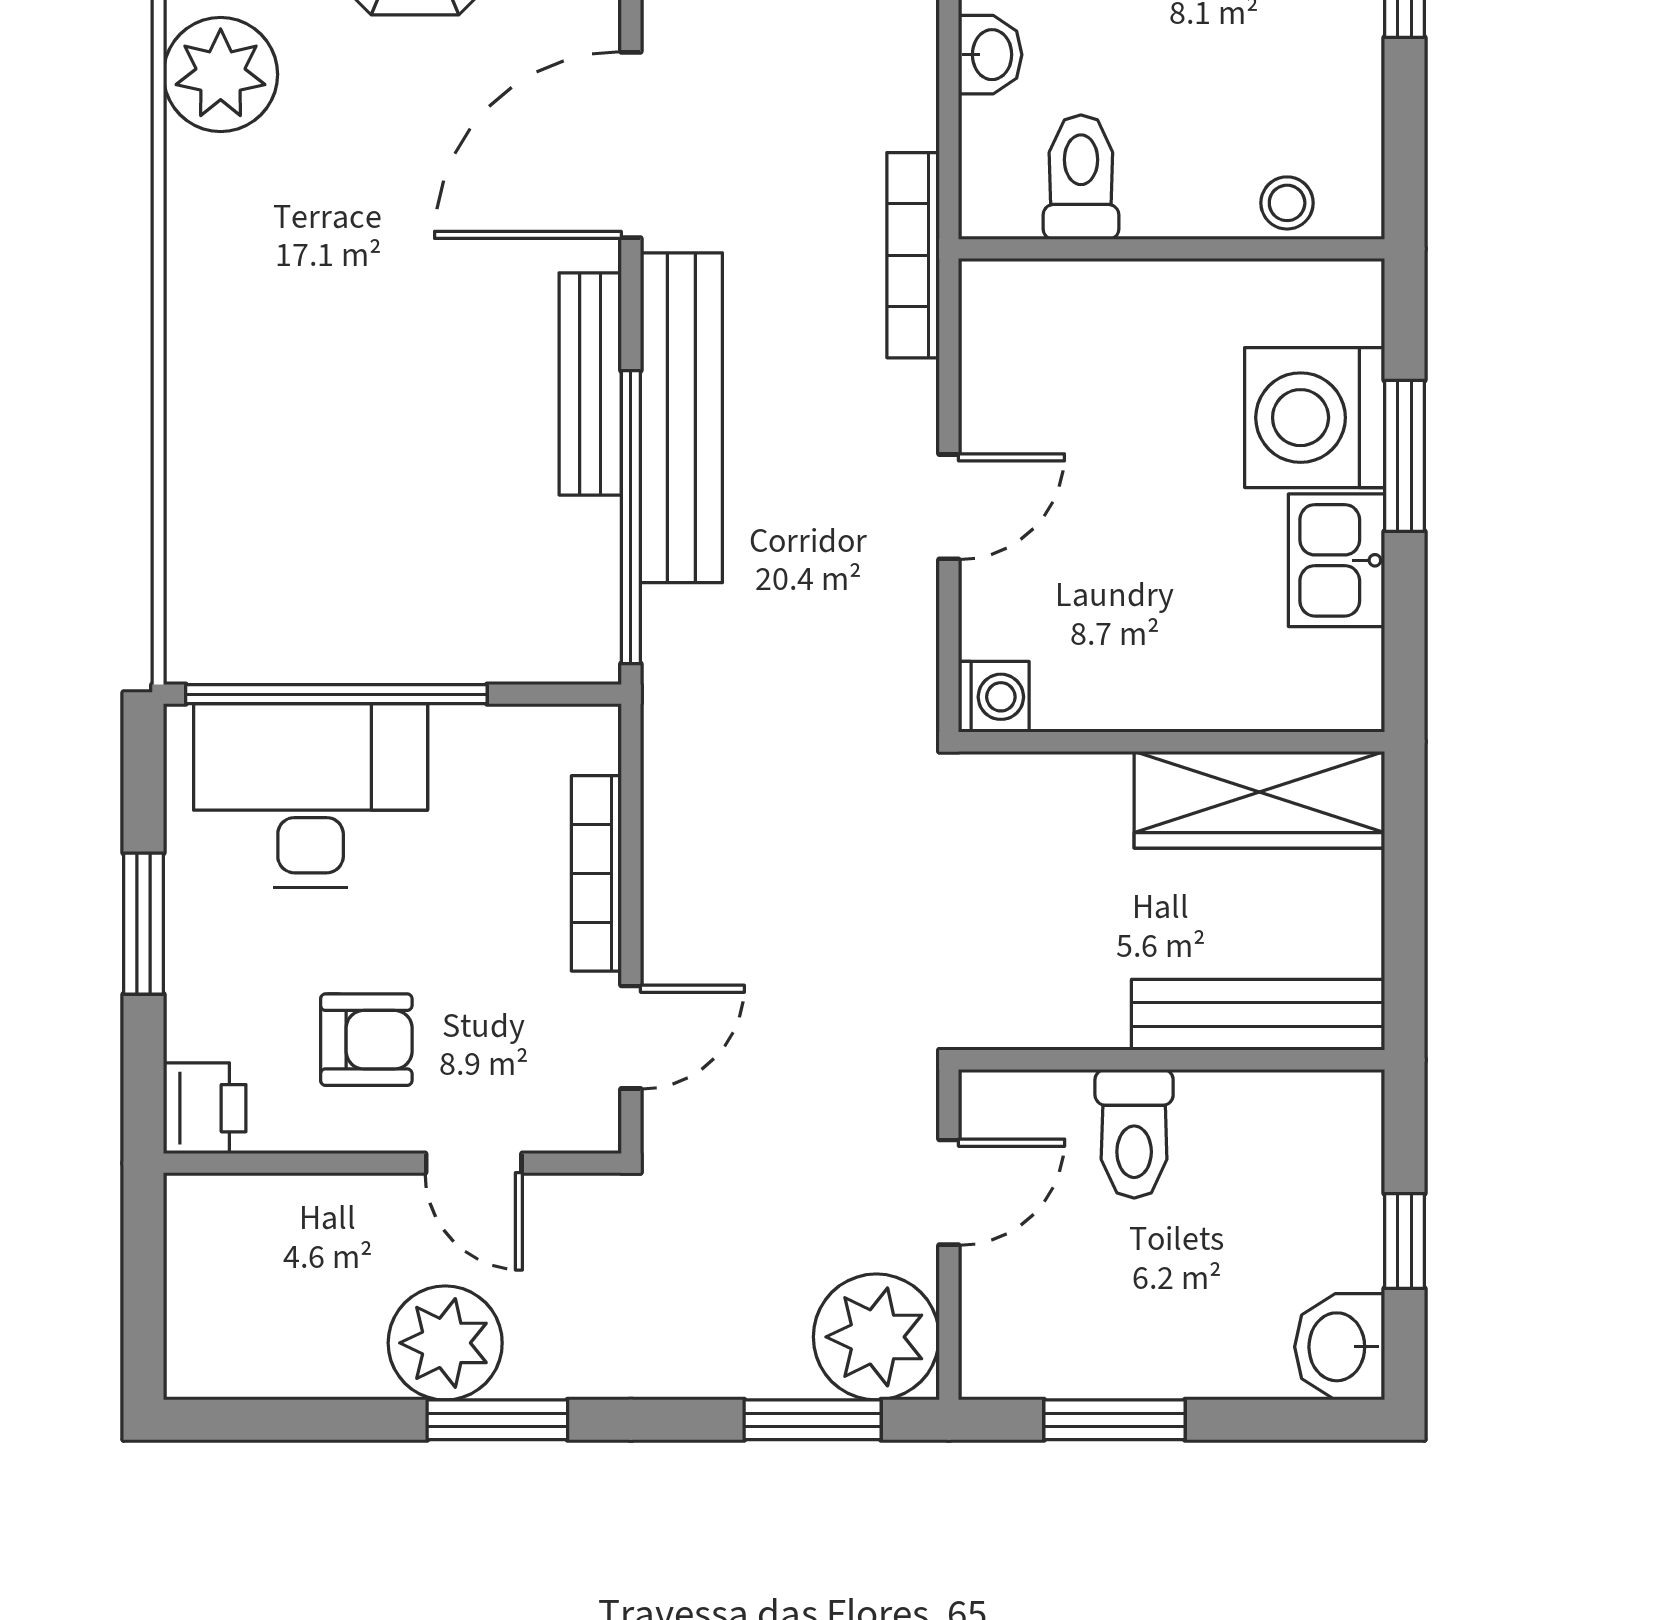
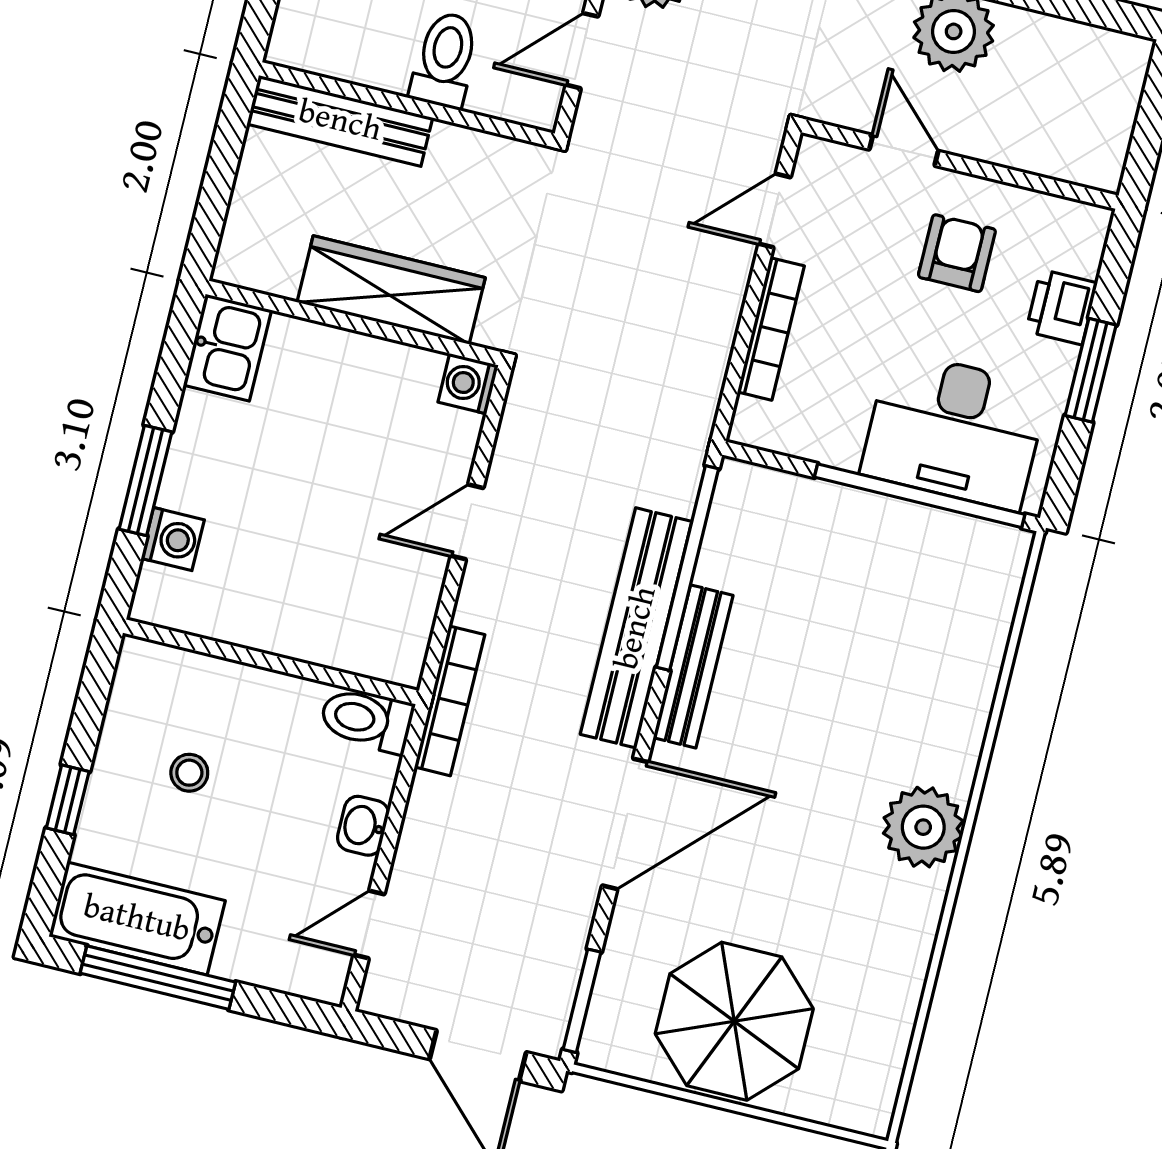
plant: (221, 74) -> (923, 827), moved
toilet: (1081, 177) -> (367, 720), moved, turned 90
stool: (1287, 203) -> (189, 773), moved
washing machine: (1315, 418) -> (173, 539), width x0.53, depth x0.53
kitchen sink: (1336, 560) -> (227, 348), moved
wardrobe: (1259, 800) -> (391, 290), moved
armchair: (366, 1040) -> (957, 253), turned 90
printer: (205, 1108) -> (1062, 307), moved

